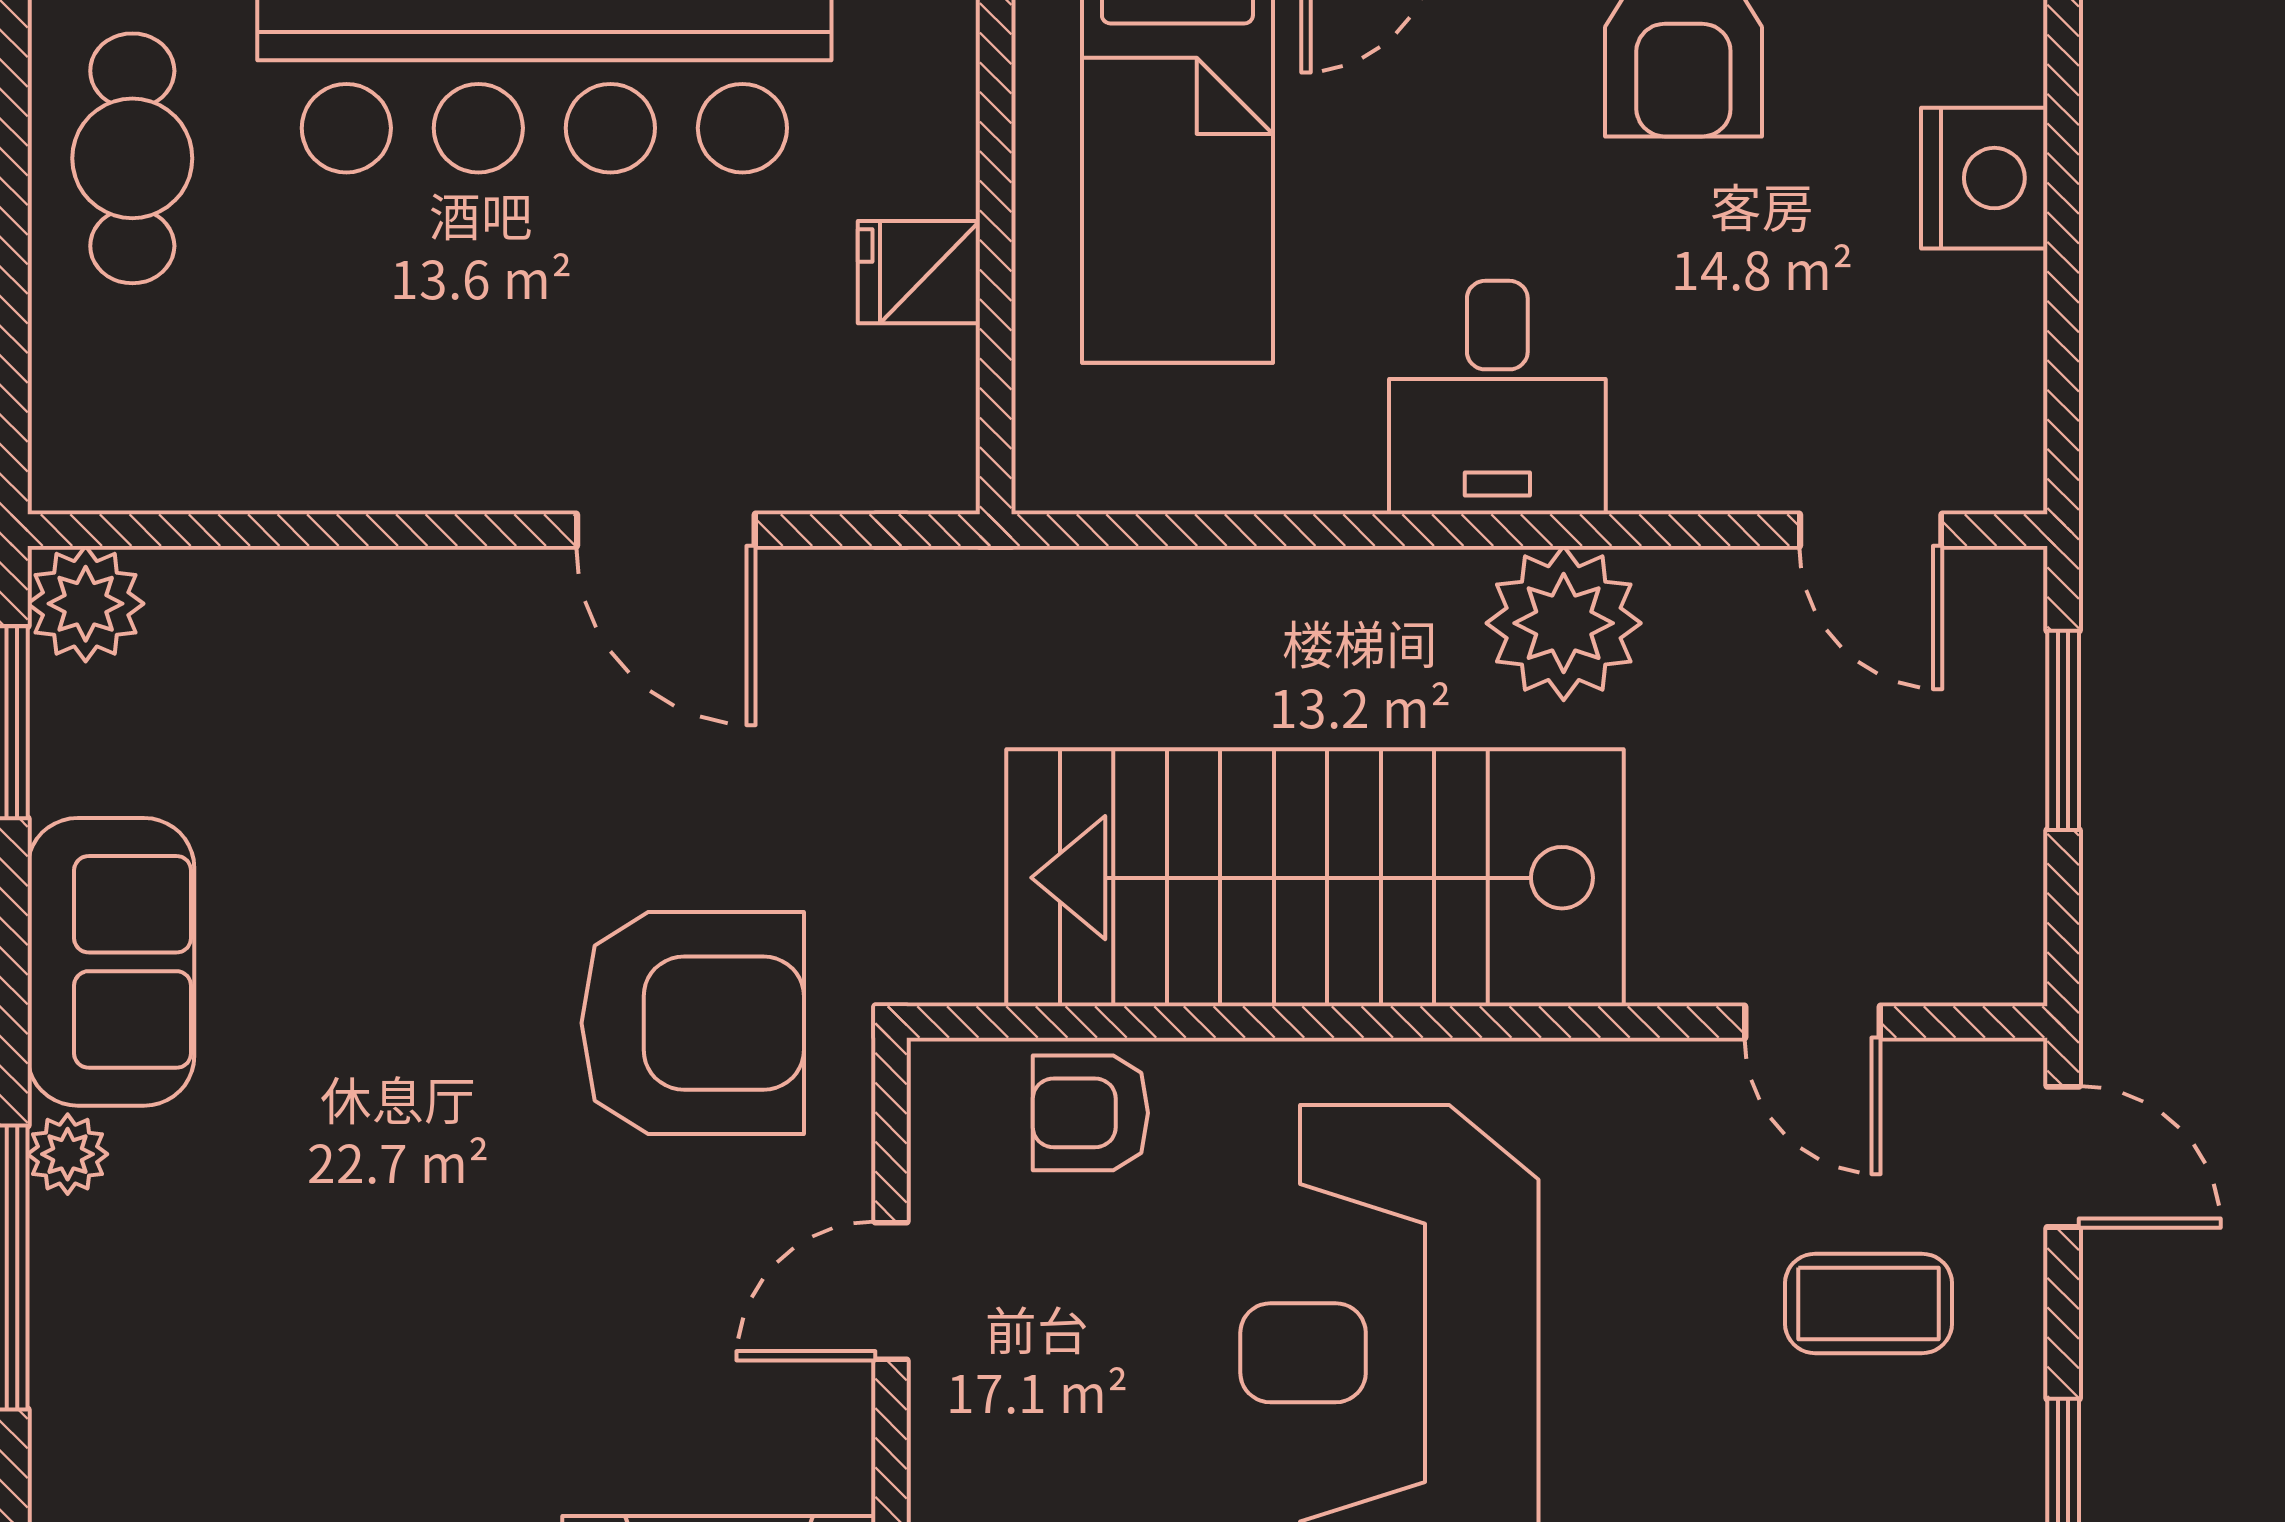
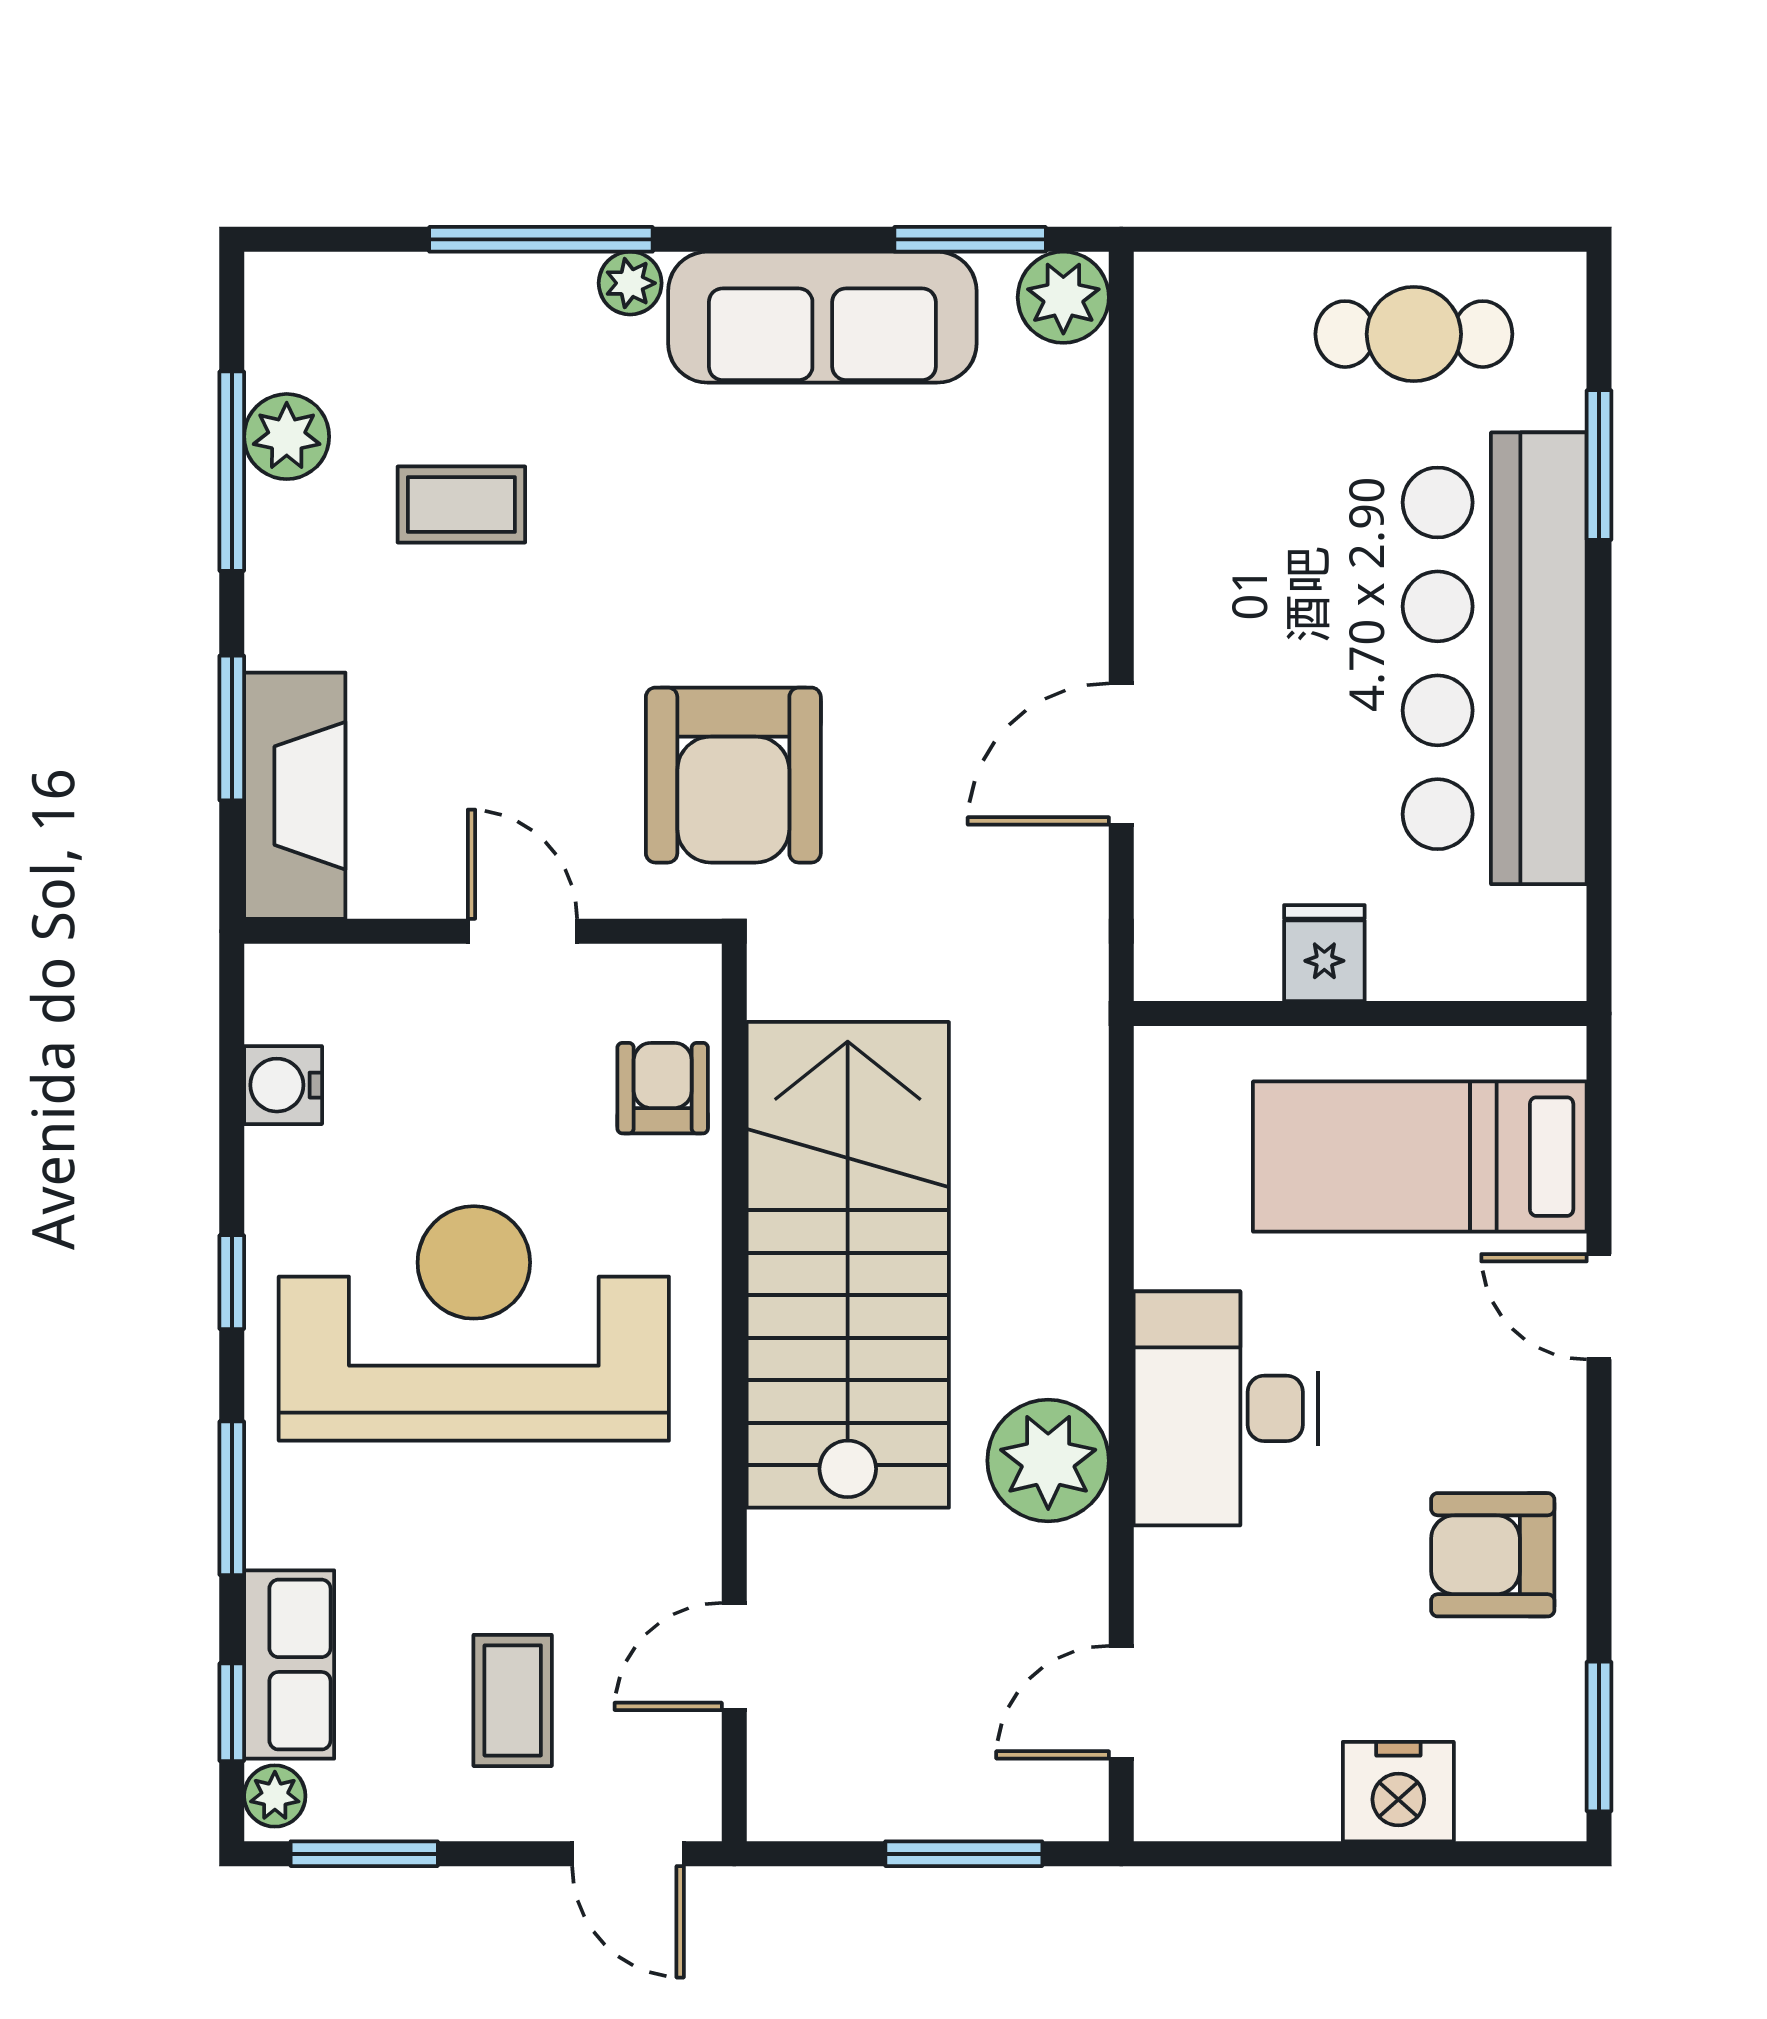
desk: (1497, 398) -> (1226, 1408), width x1.37
sofa: (111, 962) -> (822, 317), width x1.36
door: (2063, 1157) -> (628, 1854), hinge flipped
coffee table: (349, 1369) -> (461, 505), added

